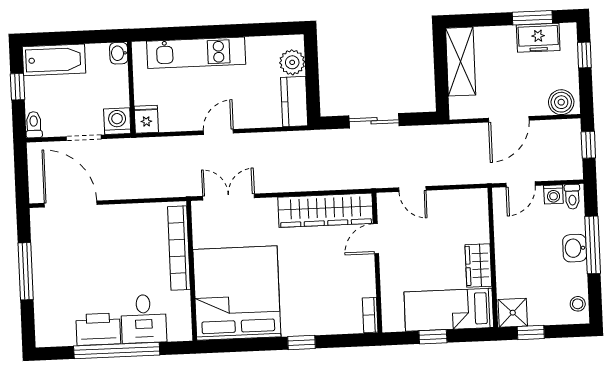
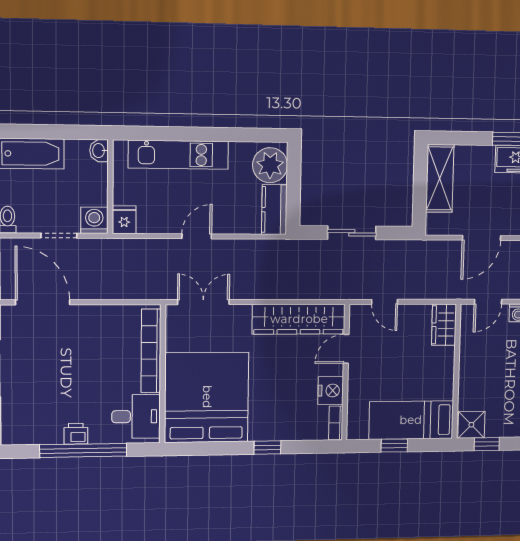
plant: (292, 62) -> (270, 165), width x1.36, depth x1.36
wardrobe: (478, 265) -> (444, 325), moved
nightstand: (363, 282) -> (331, 390), added
desk: (144, 319) -> (136, 416), moved, turned -90
printer: (98, 329) -> (76, 434), width x0.53, depth x0.68

